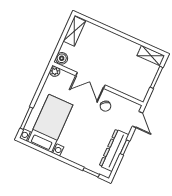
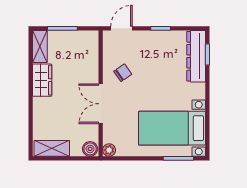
wardrobe: (126, 46) -> (42, 80), added
double door: (90, 80) -> (101, 104), swing flipped
dresser: (114, 150) -> (196, 56), moved, turned 90

